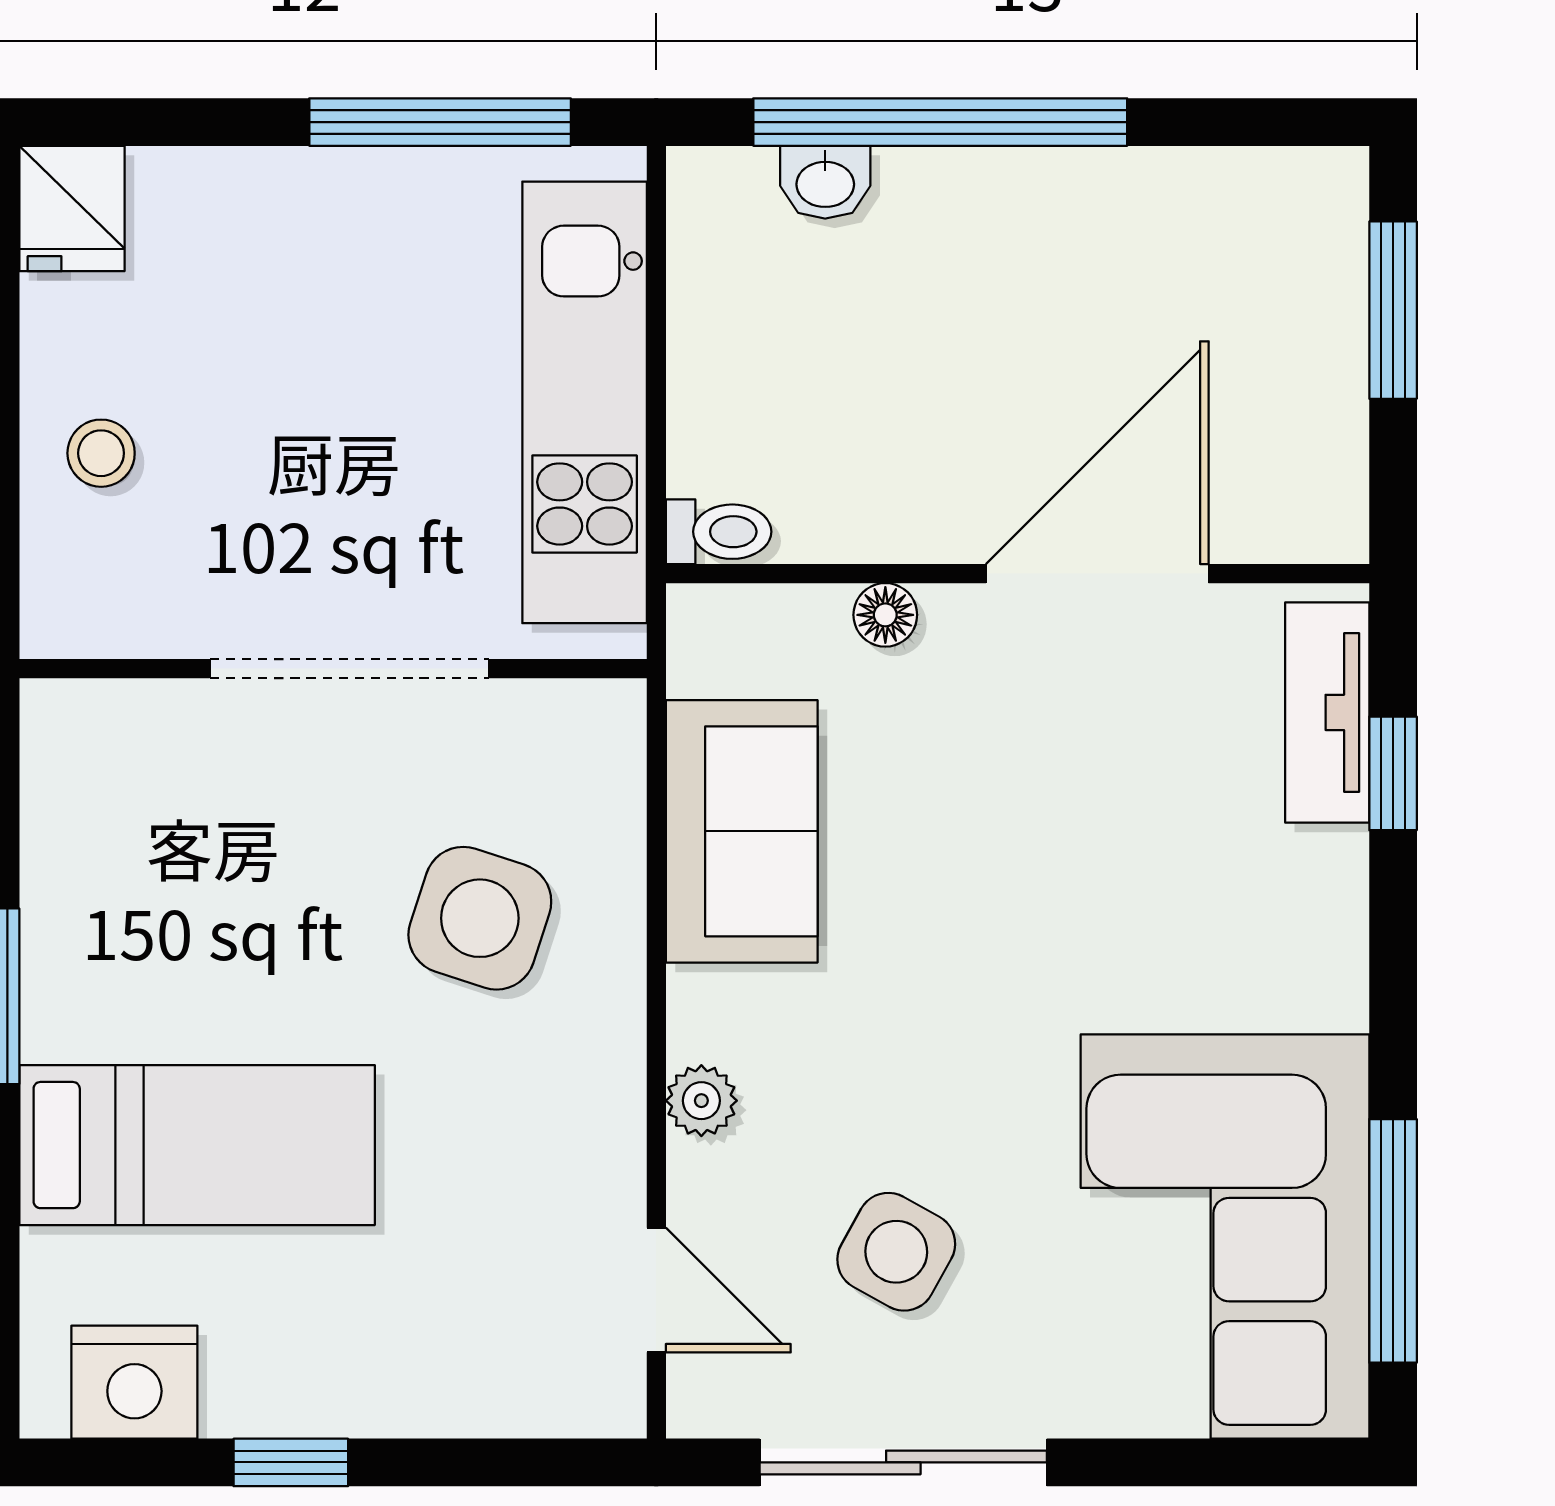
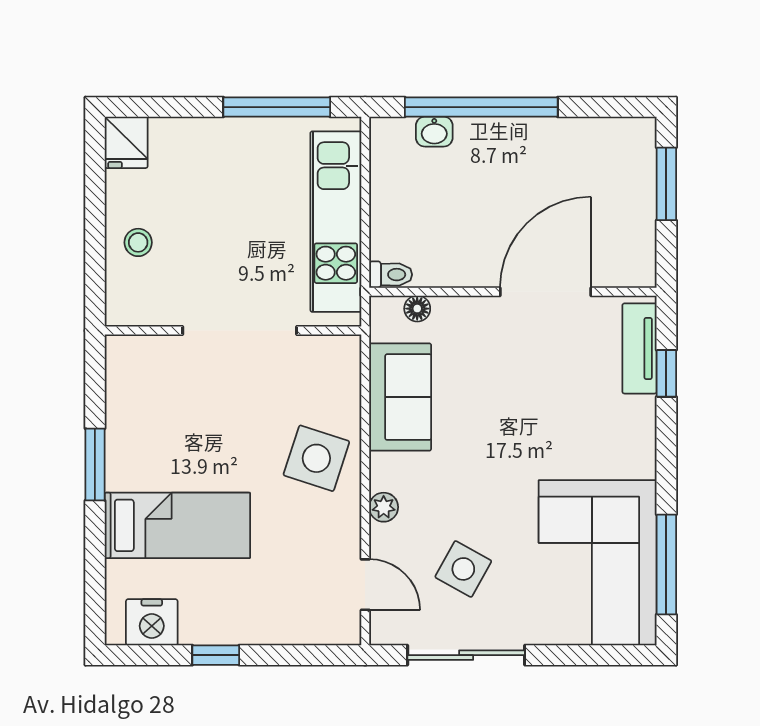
floor lamp: (885, 615) -> (417, 309), moved
side table: (480, 918) -> (316, 458), moved

